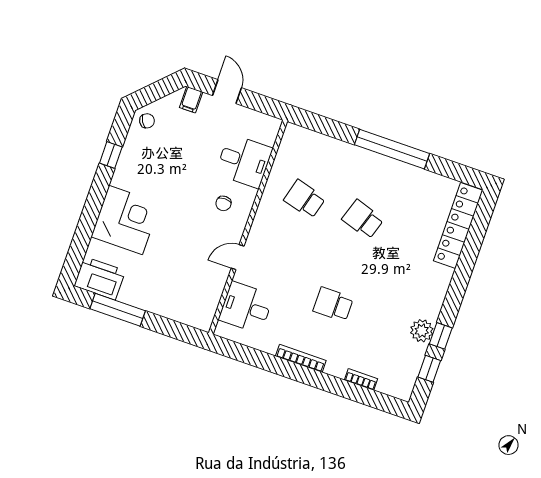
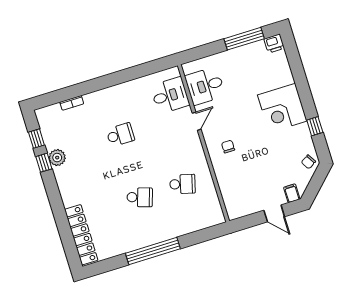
desk: (244, 161) -> (205, 86), moved
corner desk: (126, 220) -> (282, 108), moved
printer: (100, 278) -> (274, 44), width x0.53, depth x0.68
bookcase: (301, 358) -> (116, 89), removed

